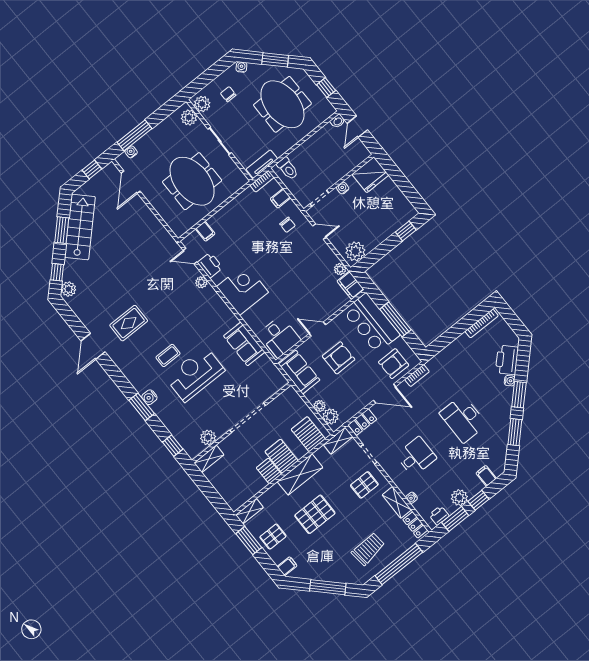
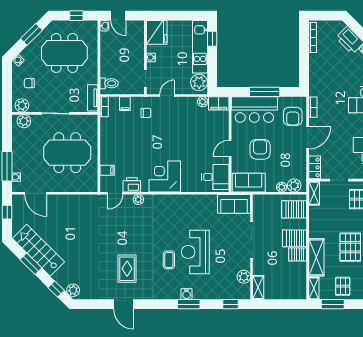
kitchen unit: (389, 226) -> (200, 47), added
sofa: (244, 344) -> (234, 204), moved
shelving: (300, 475) -> (316, 257), moved

